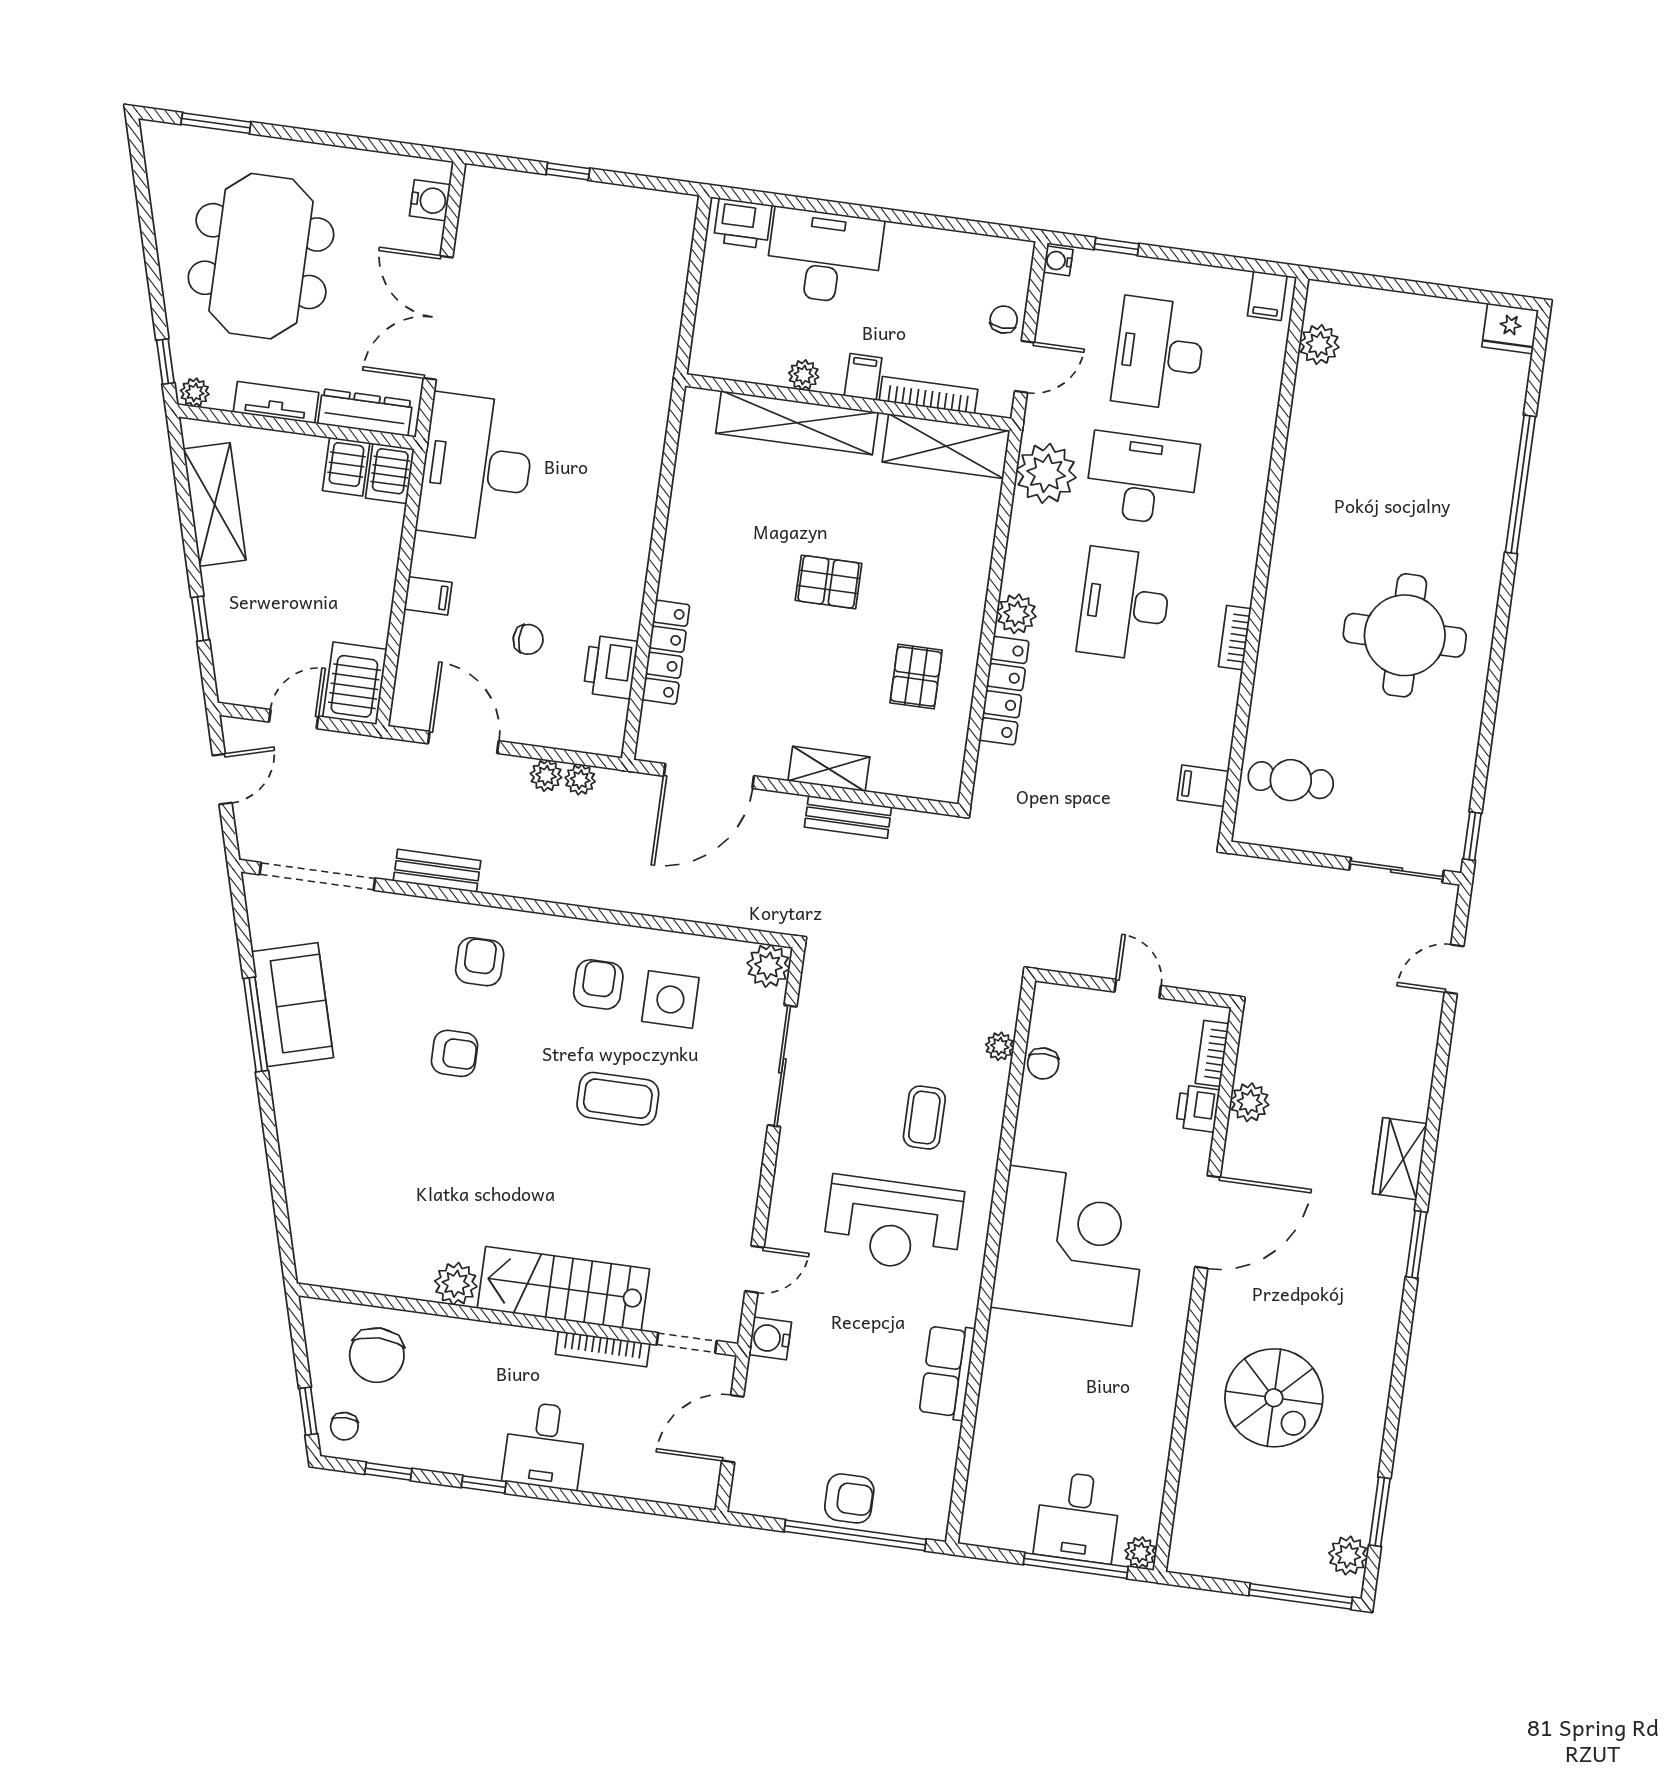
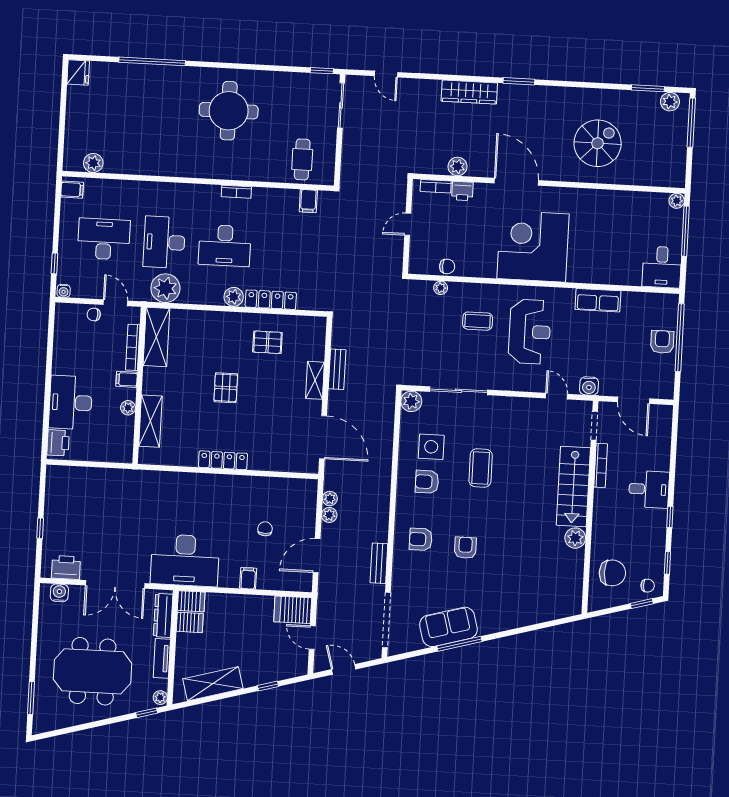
desk: (1159, 354) -> (104, 239), turned 180
shelving: (797, 423) -> (150, 421), width x0.68
locker: (666, 652) -> (223, 460), moved
printer: (611, 667) -> (66, 567), moved, turned 180
wardrobe: (1400, 1159) -> (469, 92), width x1.50
desk: (1078, 1517) -> (662, 267), moved, turned 90

